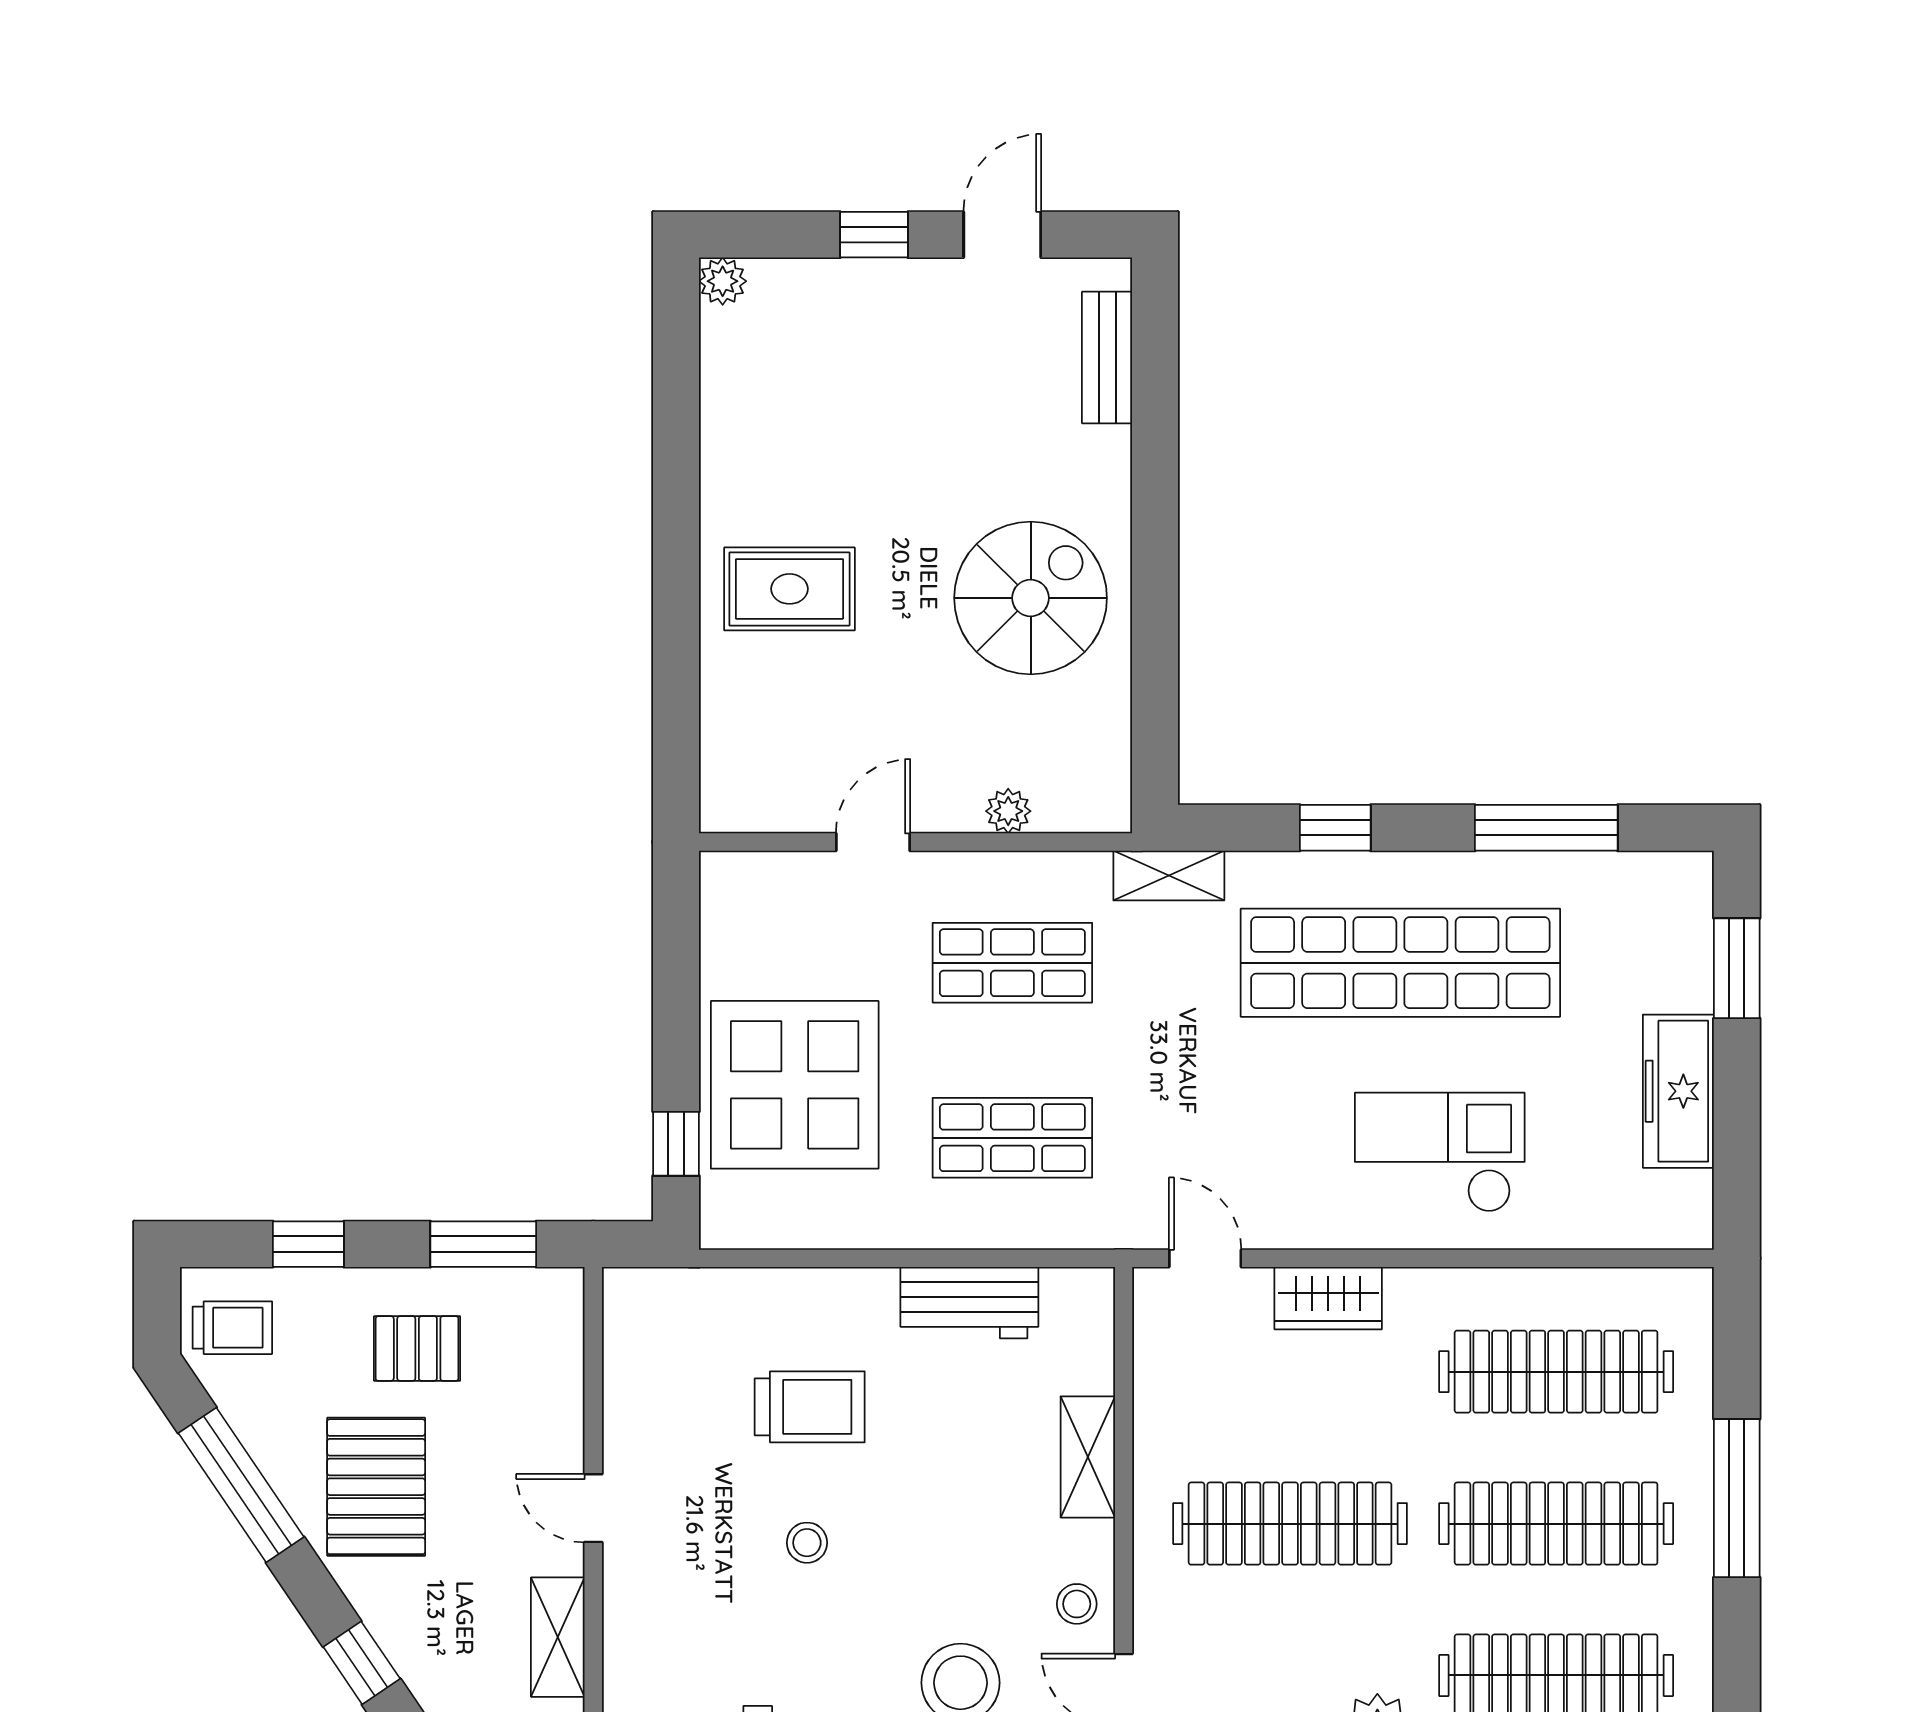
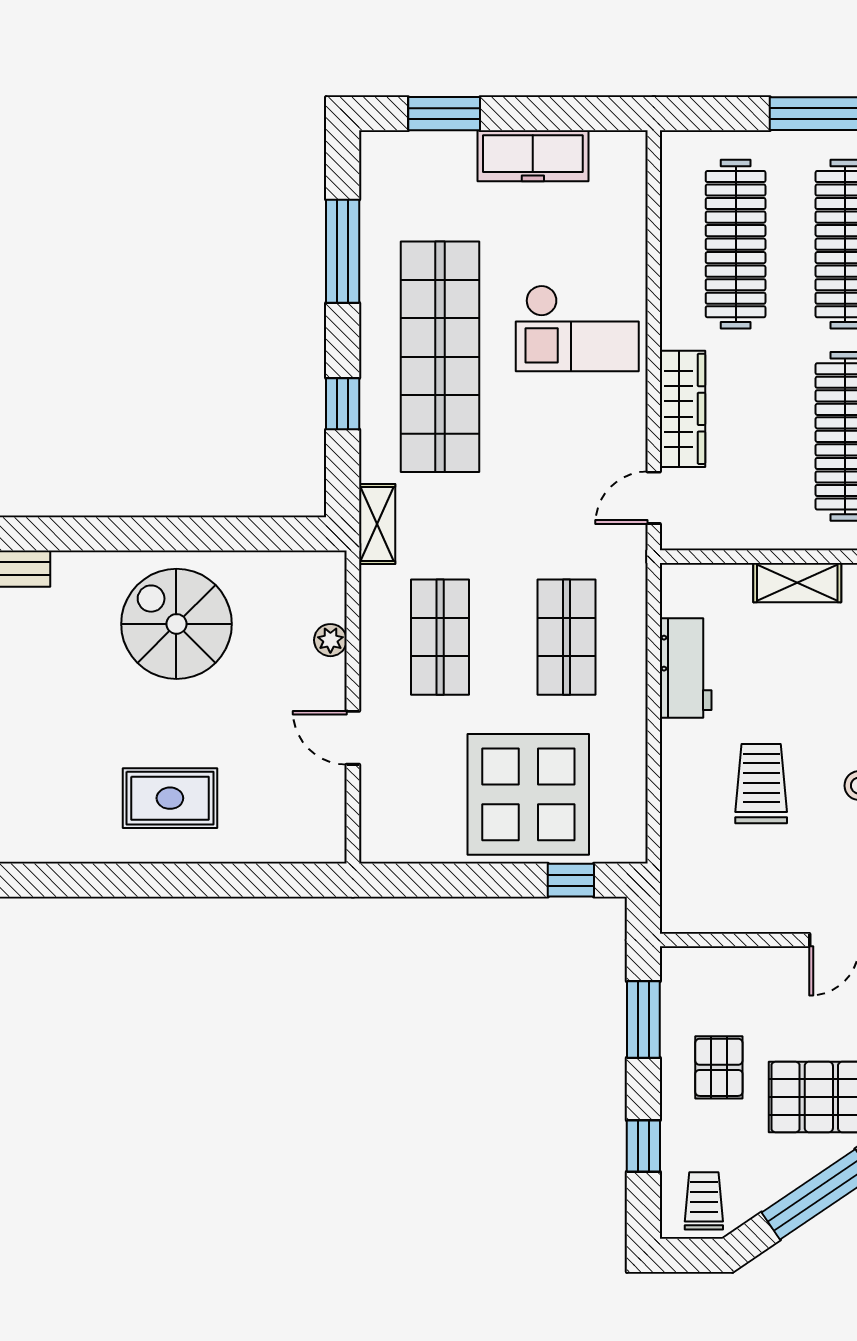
rug: (790, 589) -> (170, 798), turned 90
checkout: (1440, 1152) -> (577, 328), turned -90
wardrobe: (1328, 1298) -> (682, 409), width x1.50

